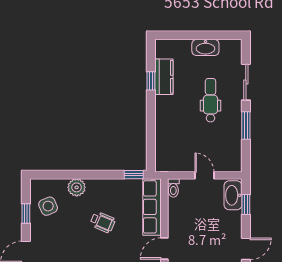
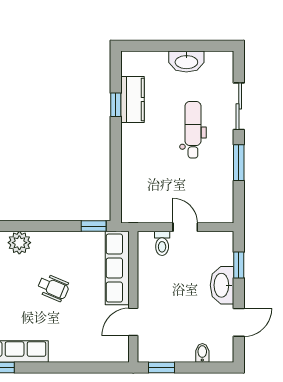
toilet: (173, 188) -> (162, 243), moved
washbasin: (233, 195) -> (222, 285), moved

